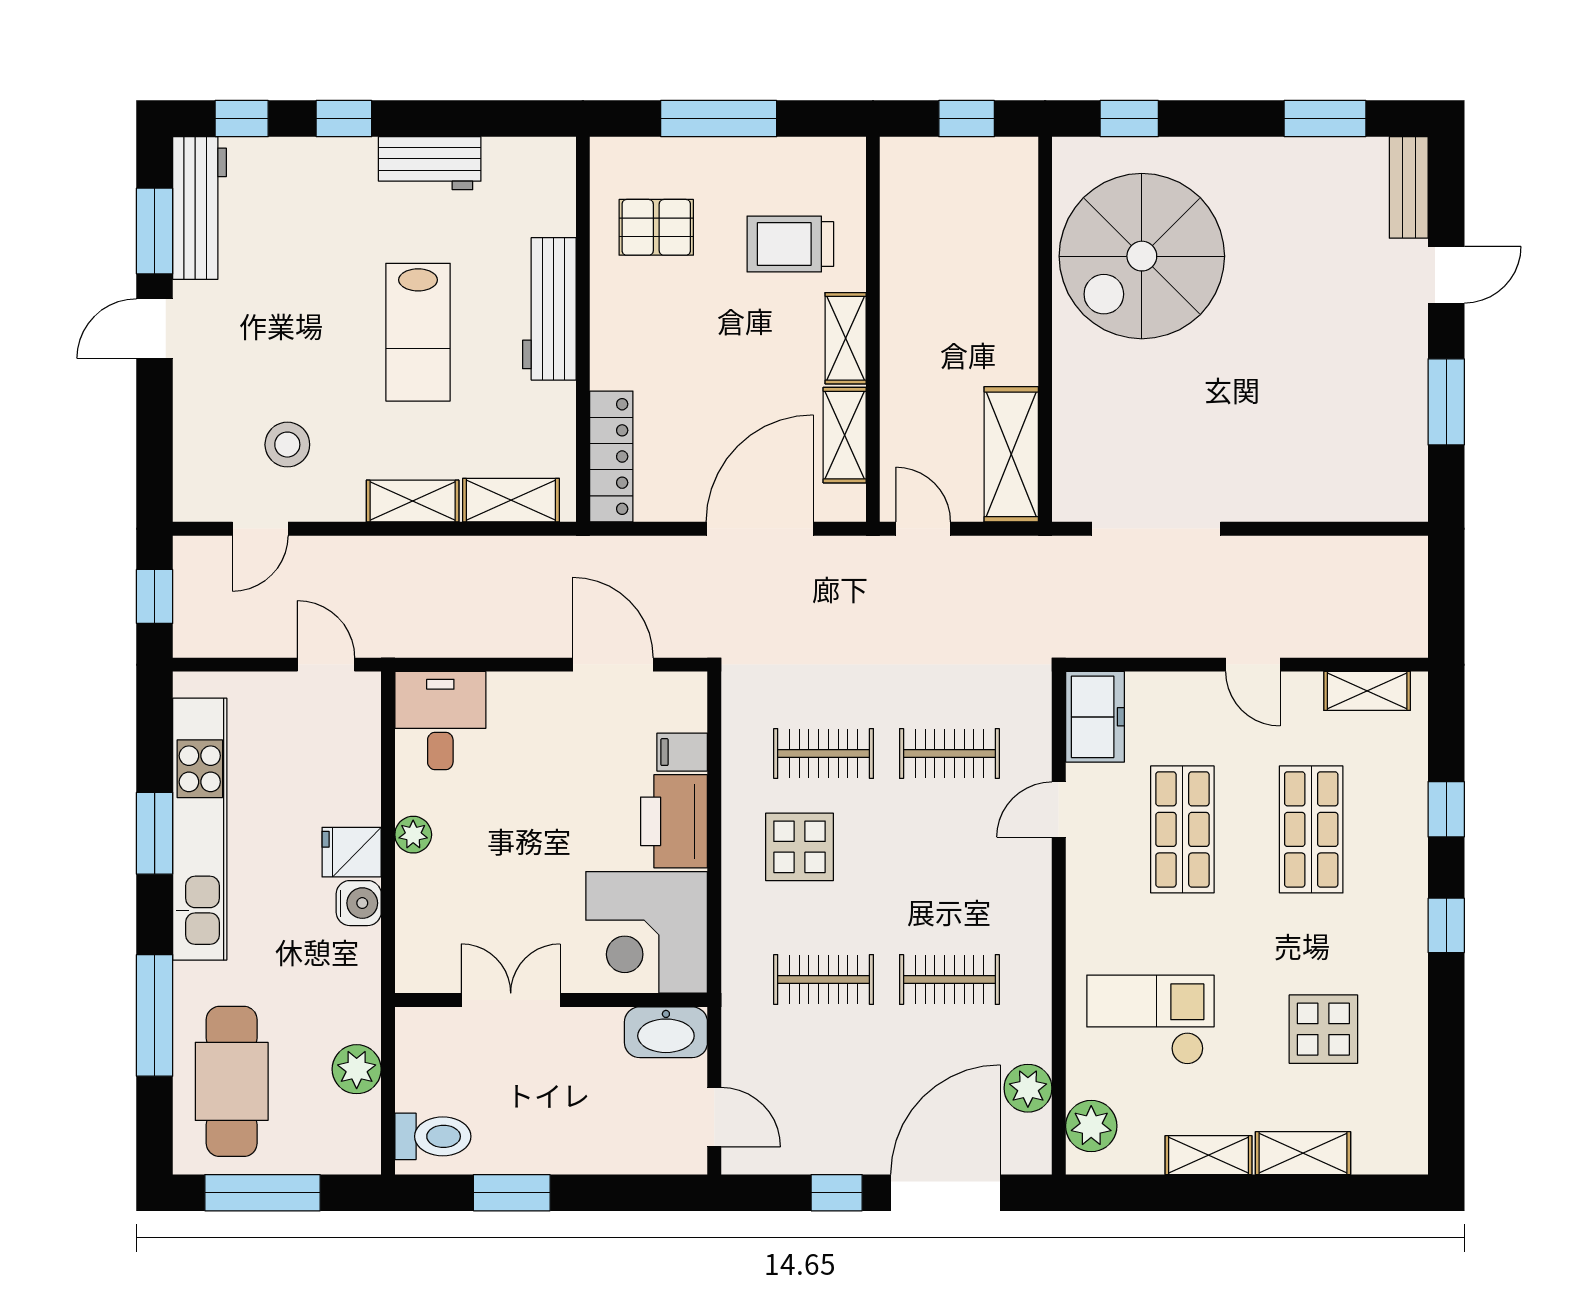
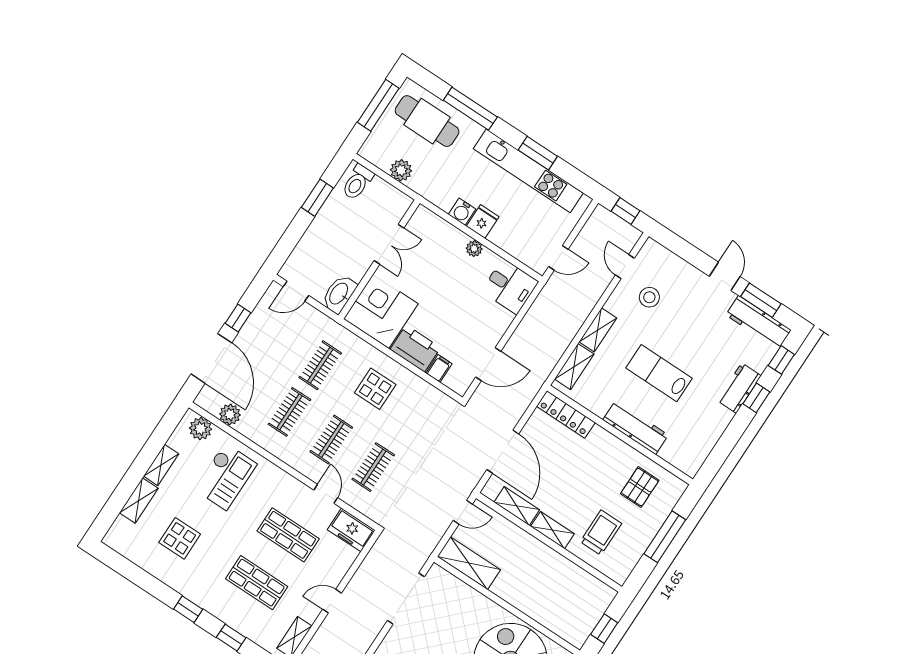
workbench: (430, 163) -> (739, 388), moved
clothes rail: (824, 753) -> (331, 439), moved

